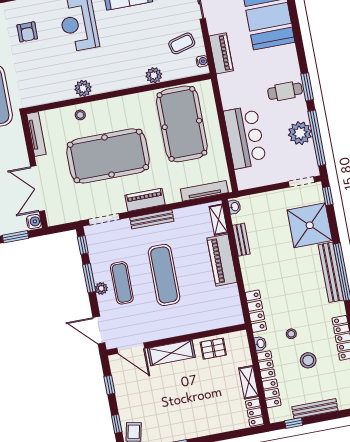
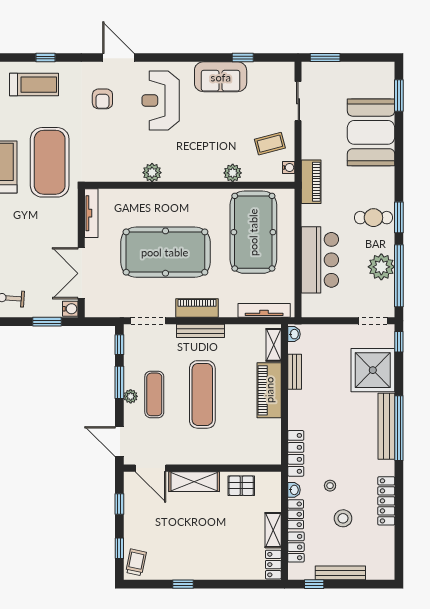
piano: (221, 53) -> (311, 182), moved
stool: (80, 115) -> (143, 201), removed

